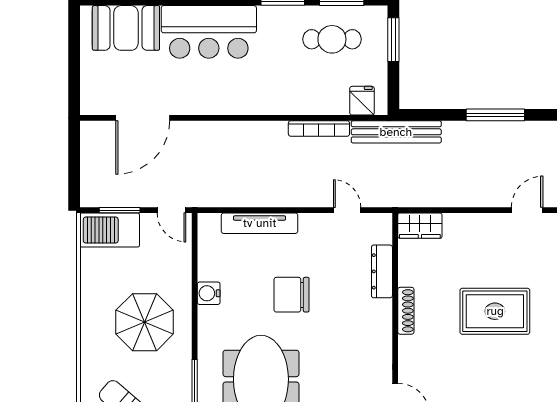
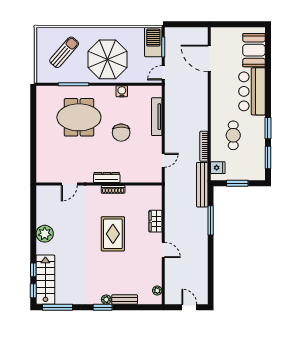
cafe table: (332, 39) -> (233, 135), moved
window: (393, 40) -> (237, 183), moved
window: (495, 115) -> (211, 220), moved
wardrobe: (420, 226) -> (155, 221), moved
dresser: (382, 271) -> (107, 178), moved
chair: (292, 295) -> (121, 133), turned 180
parasol: (145, 322) -> (107, 59), width x1.36, depth x1.36

